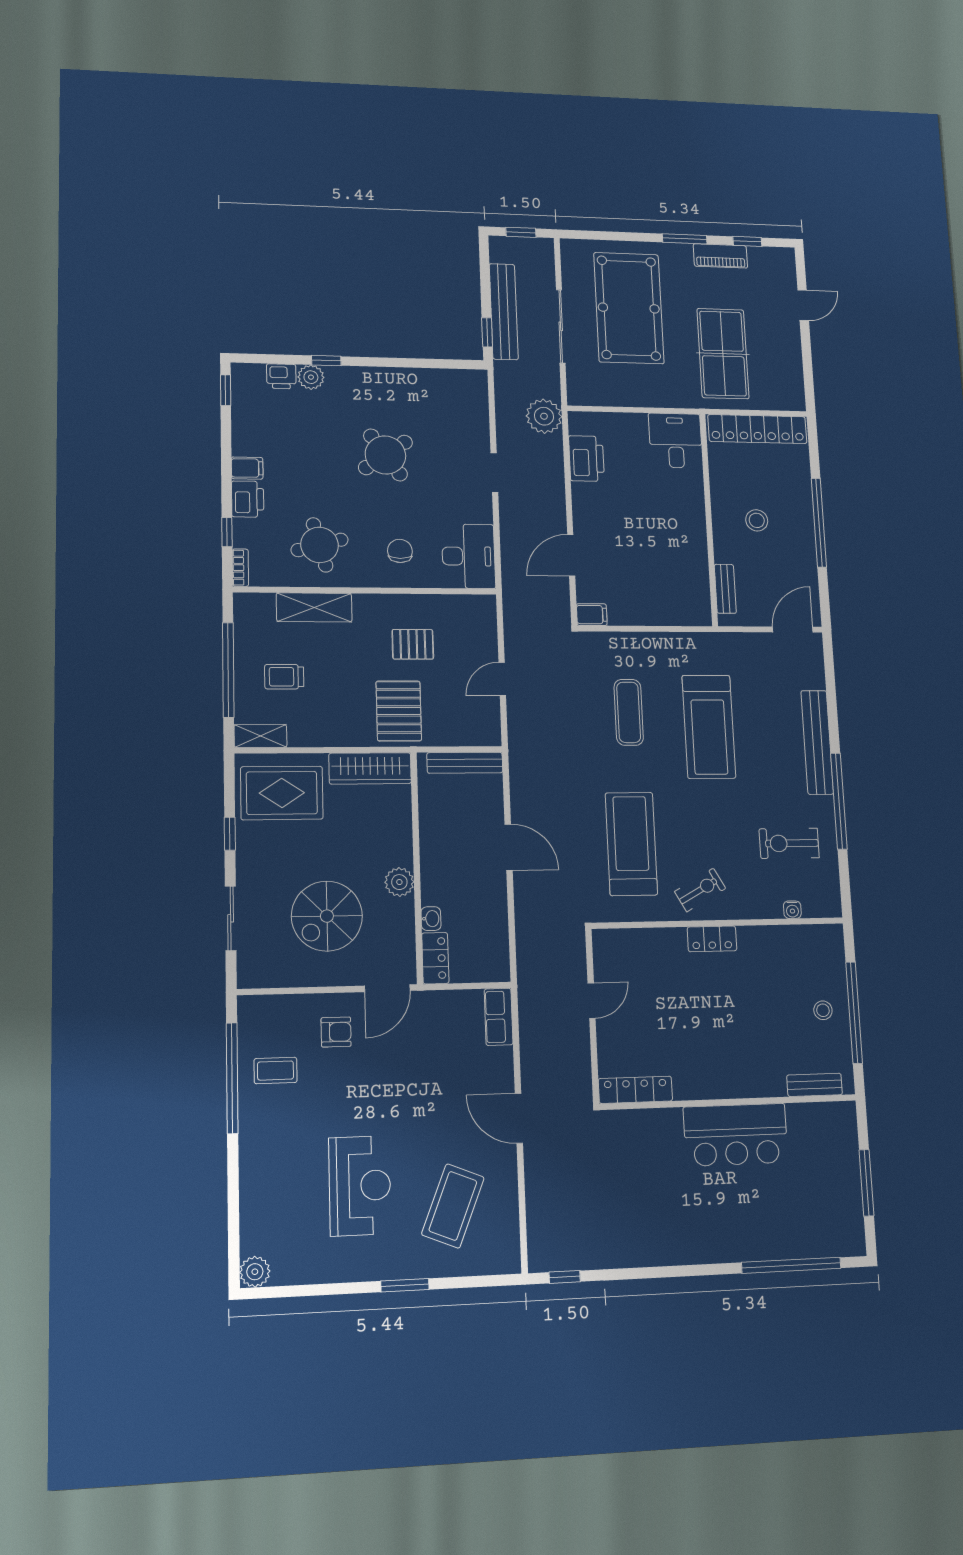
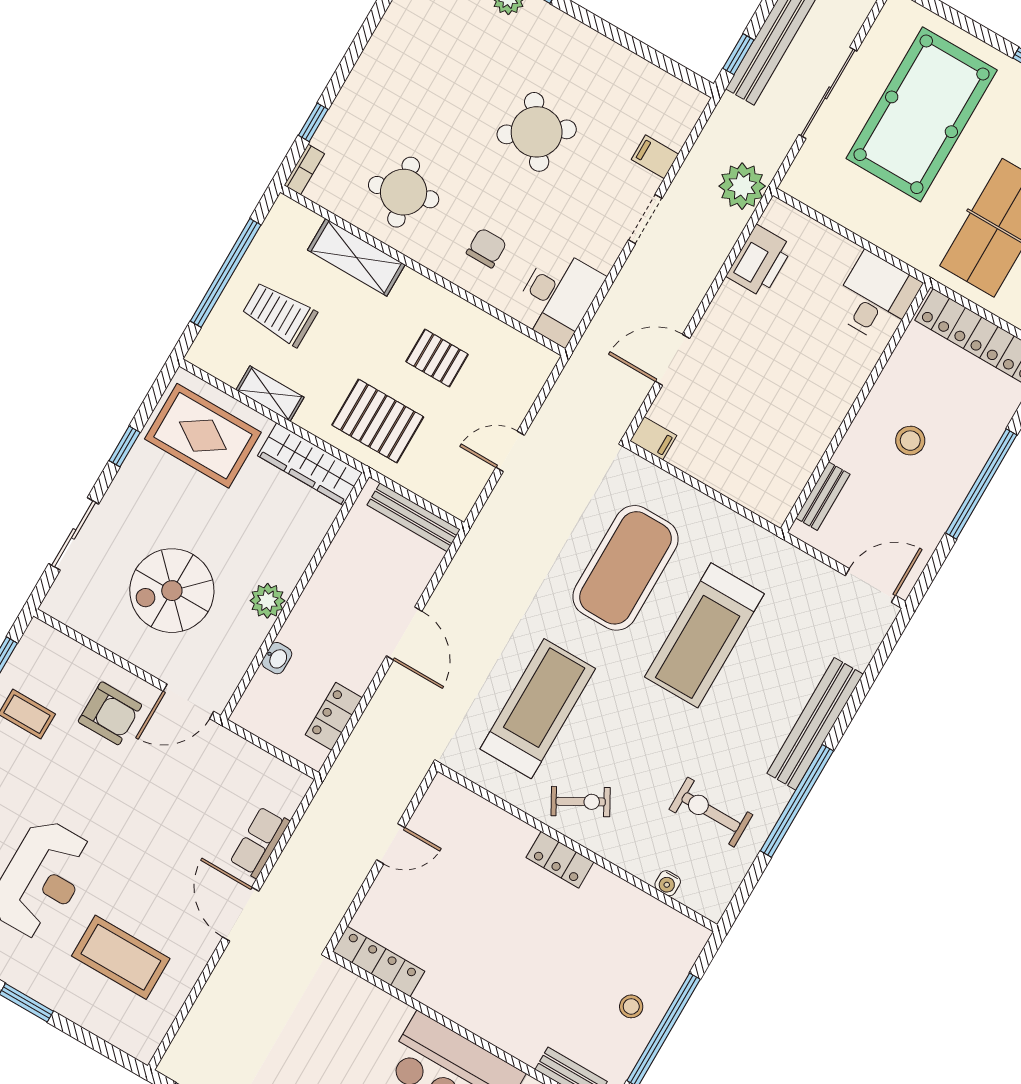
filing cabinet: (247, 468) -> (655, 157), moved, turned 180
printer: (248, 499) -> (357, 98), removed
trolley: (284, 677) -> (279, 314), width x1.36, depth x1.39
pallet: (399, 711) -> (378, 421), turned 90
exercise mat: (629, 712) -> (625, 568), width x2.00, depth x1.45
shelving: (260, 736) -> (270, 394), moved
locker: (435, 958) -> (334, 716), moved, turned 180
row of seats: (499, 1017) -> (260, 842), moved
armchair: (336, 1032) -> (110, 713), width x1.38, depth x1.38
coffee table: (453, 1206) -> (121, 957), turned 68

